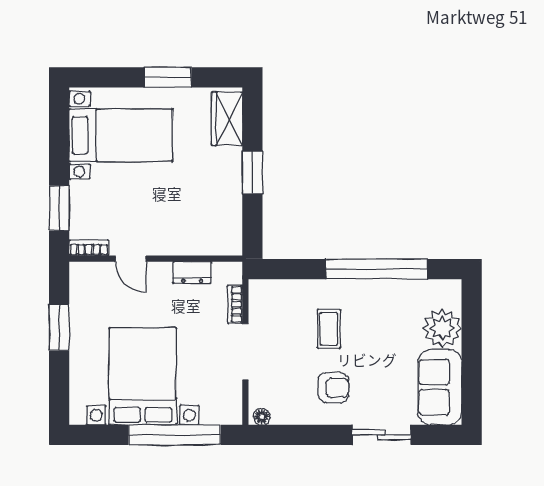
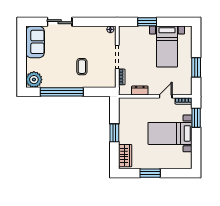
bed with nightstands: (121, 135) -> (170, 133), moved
door: (131, 259) -> (166, 96), hinge flipped
plant: (442, 328) -> (34, 80), moved
bed with nightstands: (143, 376) -> (167, 47), width x0.73
armchair: (334, 388) -> (80, 42), removed
window: (175, 435) -> (147, 22), width x0.47

